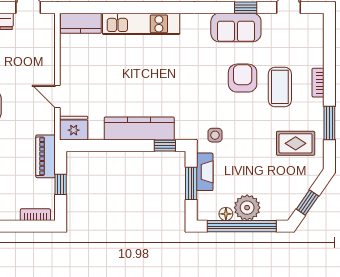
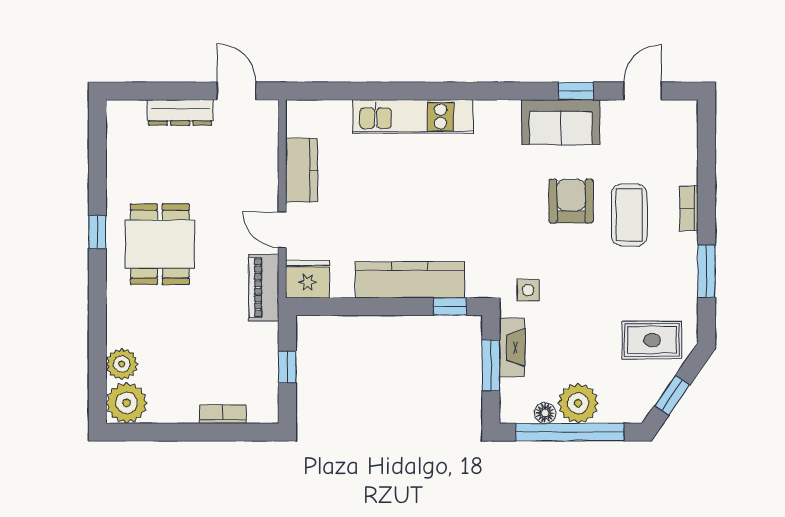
kitchen counter: (81, 23) -> (302, 170), moved, turned -90
rug: (296, 143) -> (652, 340), moved
piano: (46, 156) -> (264, 288), moved
bookcase: (35, 215) -> (223, 414), moved

